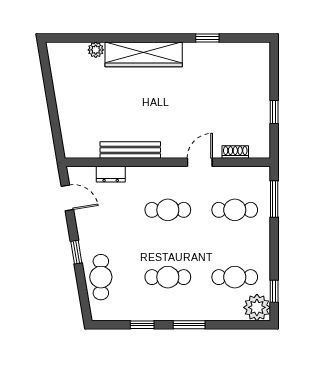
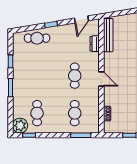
bench: (130, 150) -> (108, 35), moved
door: (200, 162) -> (101, 79), moved
cafe table: (168, 277) -> (37, 76), removed

